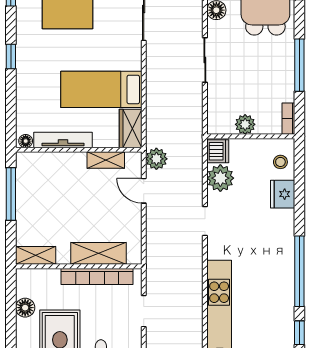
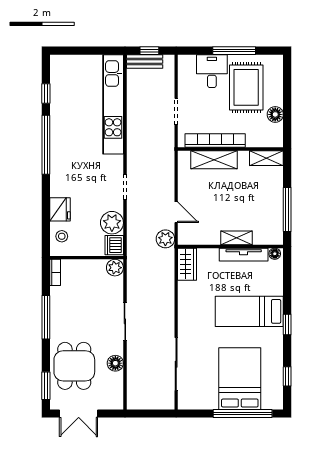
bed: (101, 89) -> (249, 311), moved, turned 180
plant: (245, 124) -> (115, 268), moved
shelving: (106, 160) -> (237, 238), moved

